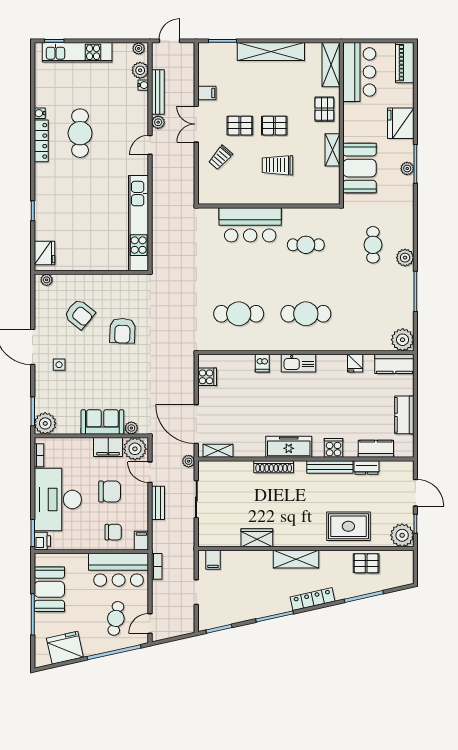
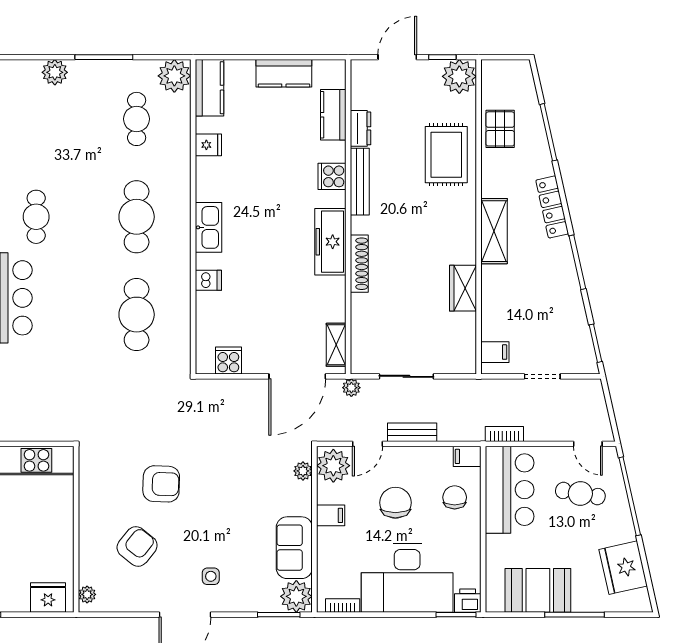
cafe table: (373, 245) -> (137, 119), moved, turned 90
sofa: (102, 422) -> (294, 548), moved
filing cabinet: (108, 447) -> (331, 515), width x0.50

